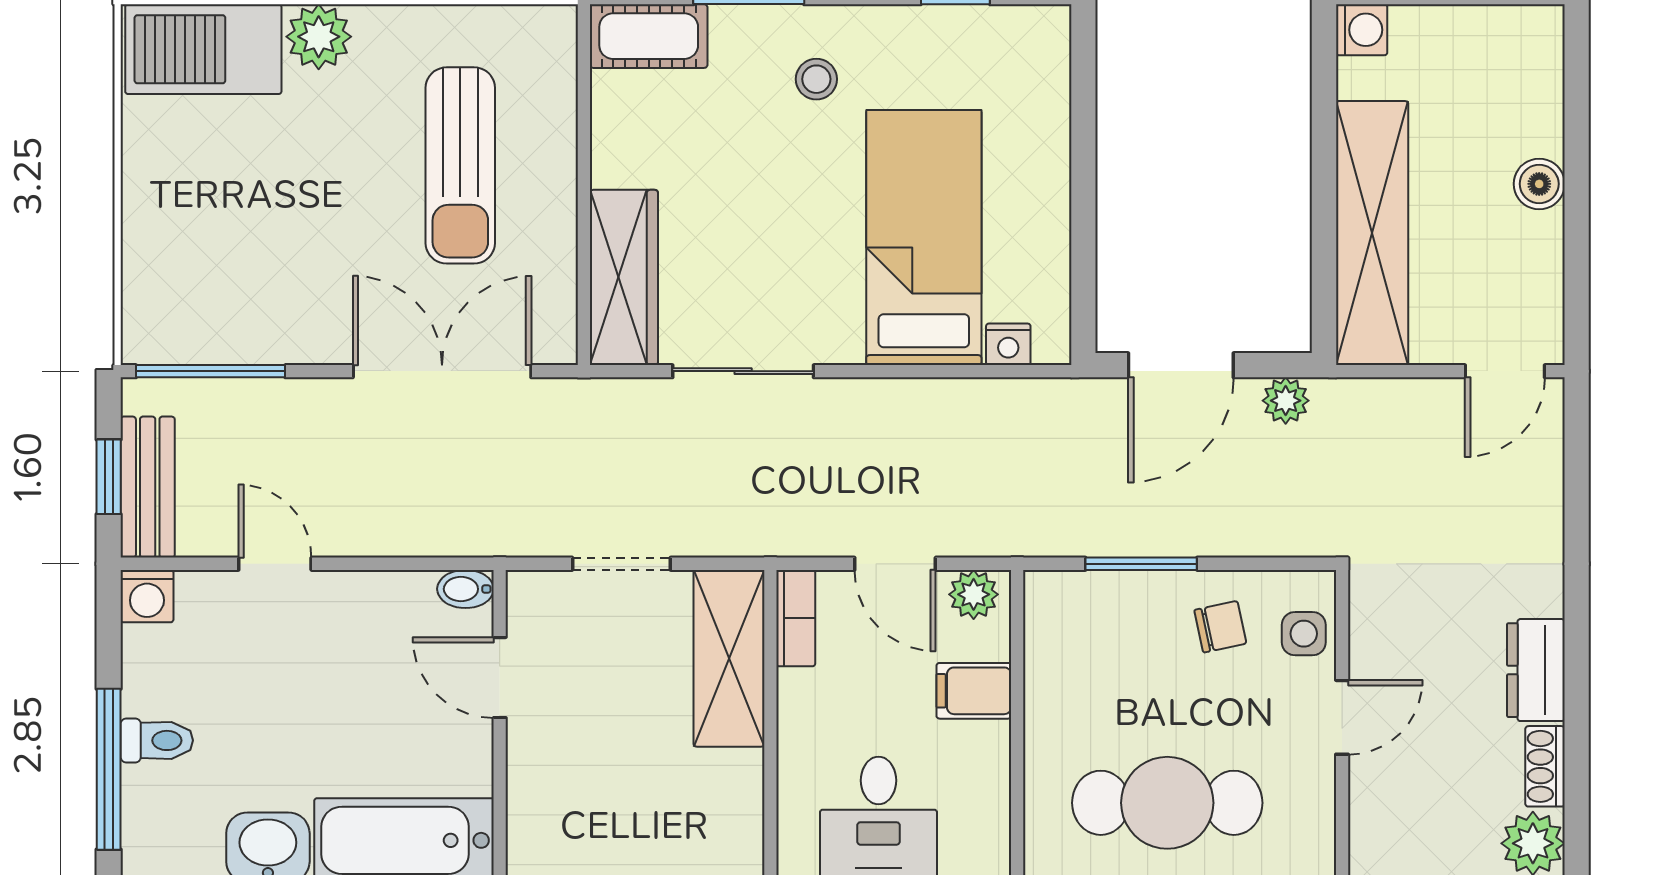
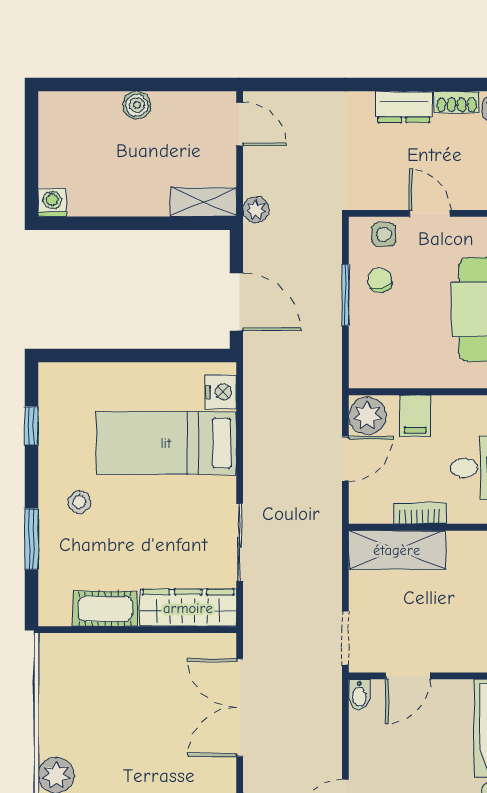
cot: (649, 36) -> (105, 609), moved, turned 90
sun lounger: (460, 165) -> (127, 698), removed
shelving: (1372, 233) -> (203, 202), width x0.45, depth x0.75
nightstand: (1008, 344) -> (221, 392), width x1.39, depth x1.35
plant: (1286, 401) -> (256, 210), moved
doorway: (621, 564) -> (345, 638), moved
window: (1141, 564) -> (345, 295), moved
plant: (974, 594) -> (367, 416), width x1.38, depth x1.38
bookcase: (796, 618) -> (420, 513), moved

